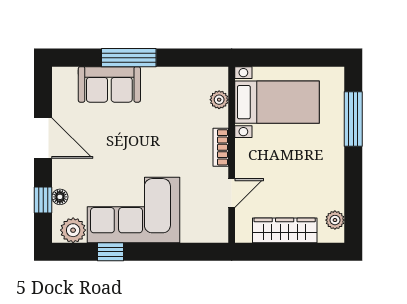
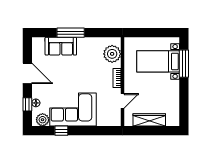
plant: (219, 100) -> (112, 54), width x1.87, depth x1.87
bed with nightstands: (277, 102) -> (158, 61), moved, turned 180
plant: (335, 220) -> (175, 115), removed

